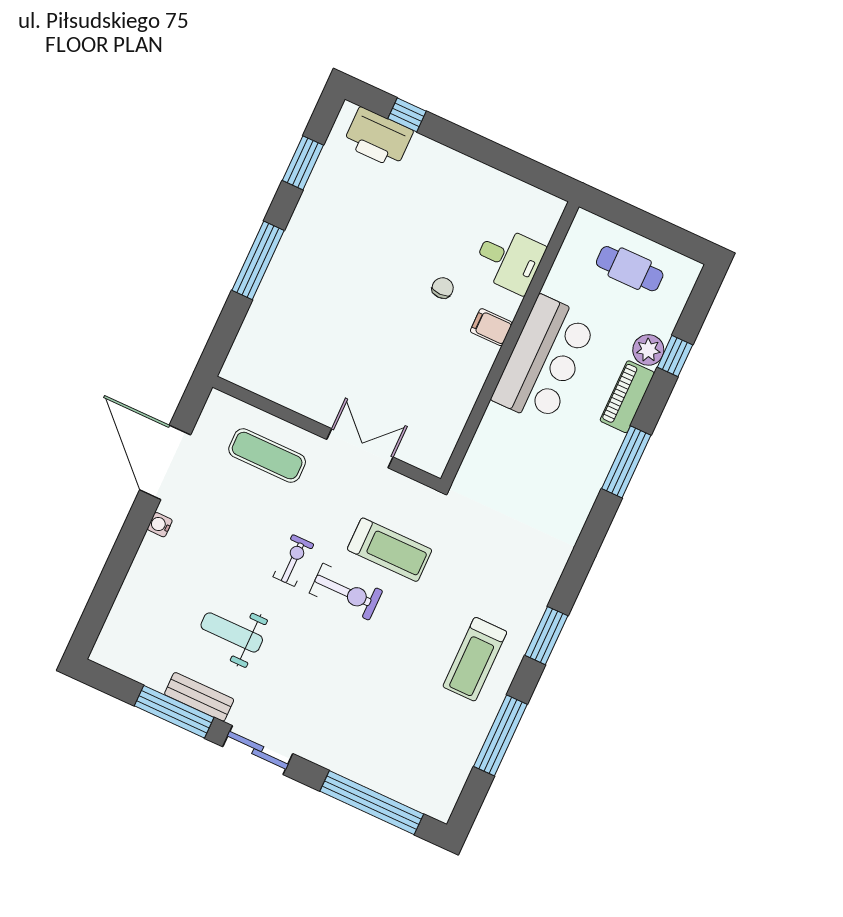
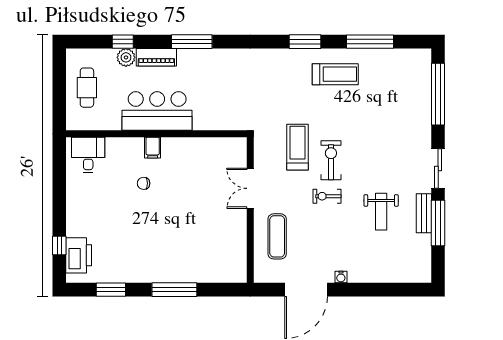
desk: (509, 259) -> (88, 155), moved

